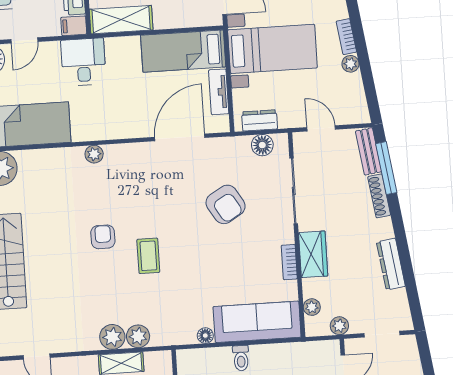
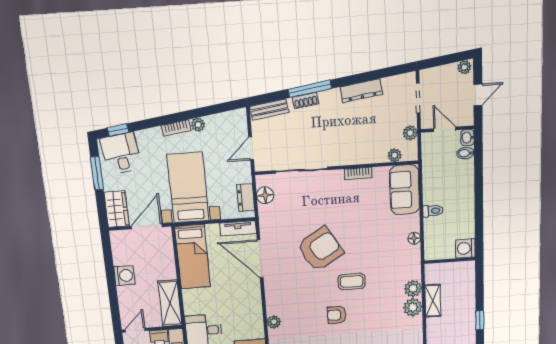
tv unit: (219, 92) -> (238, 228), moved
window: (386, 168) -> (310, 89), moved
shoe rack: (379, 196) -> (306, 101), width x0.70
armchair: (226, 204) -> (320, 249), moved, width x1.36, depth x1.36
wardrobe: (313, 254) -> (352, 154), removed
sofa: (257, 322) -> (405, 190), width x0.73

